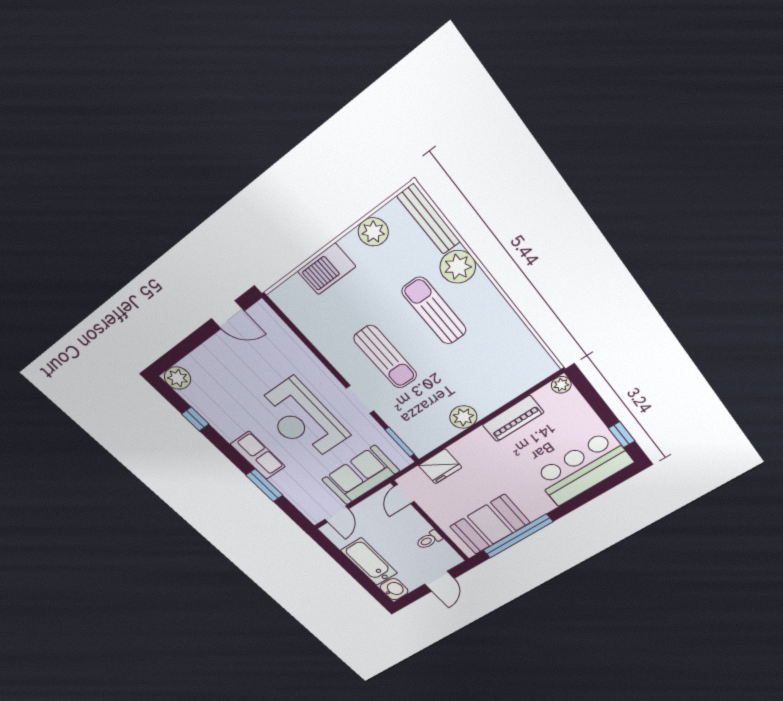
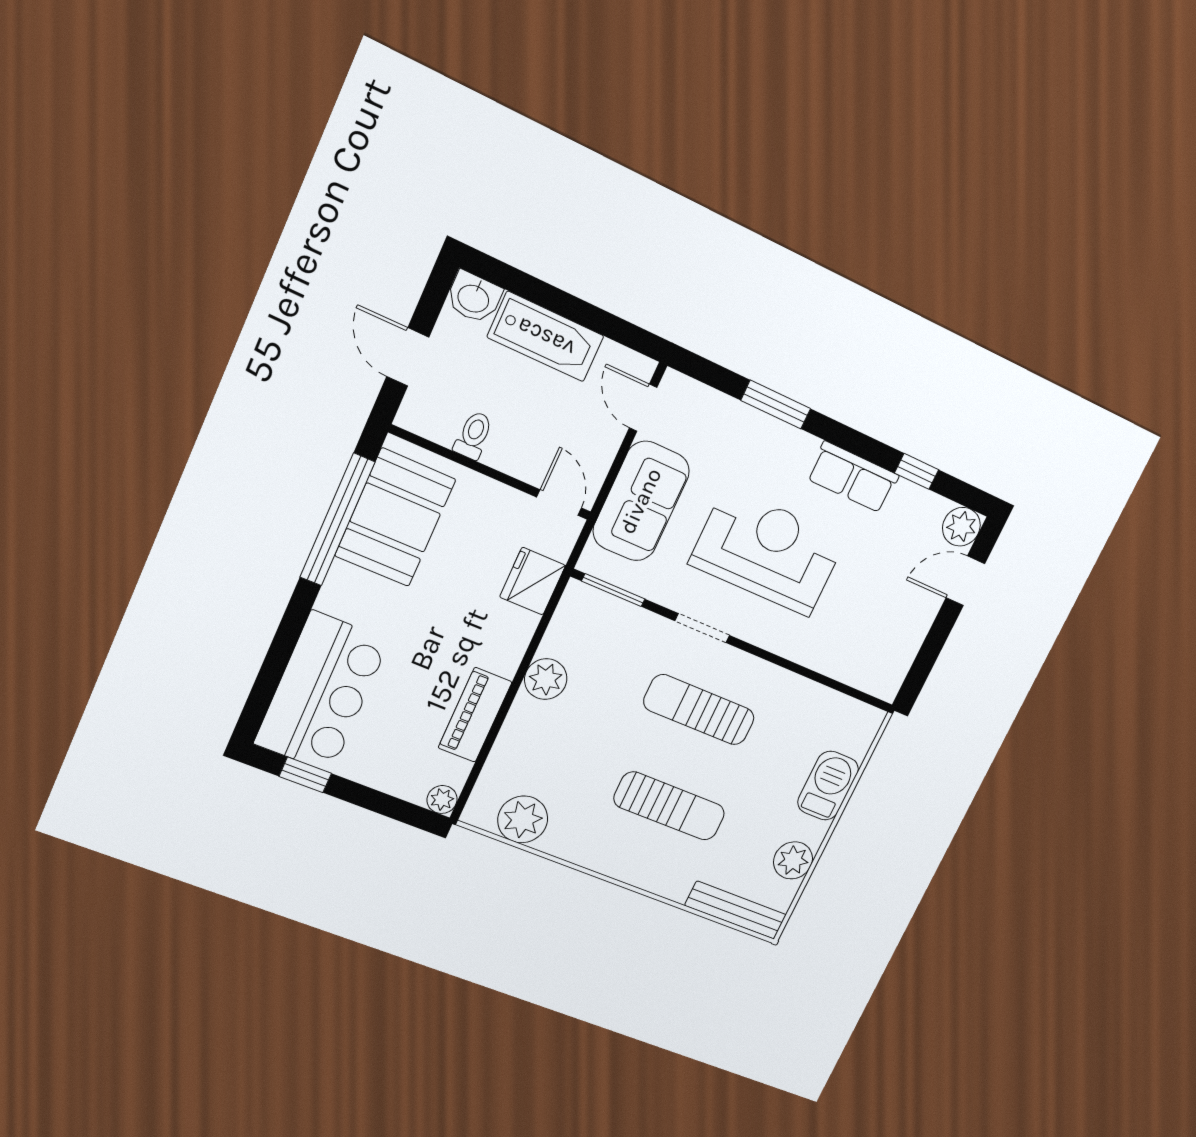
plant: (458, 267) -> (523, 819), moved
door: (228, 315) -> (965, 581), moved
row of seats: (258, 455) -> (853, 477), moved

